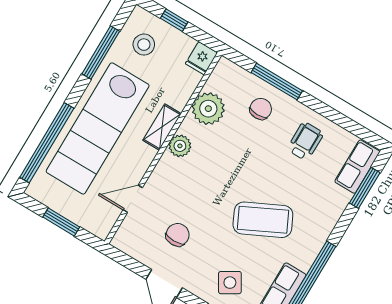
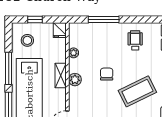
window: (101, 53) -> (9, 68), moved
plant: (208, 109) -> (74, 53), width x0.53, depth x0.53
chair: (261, 109) -> (107, 74), moved

